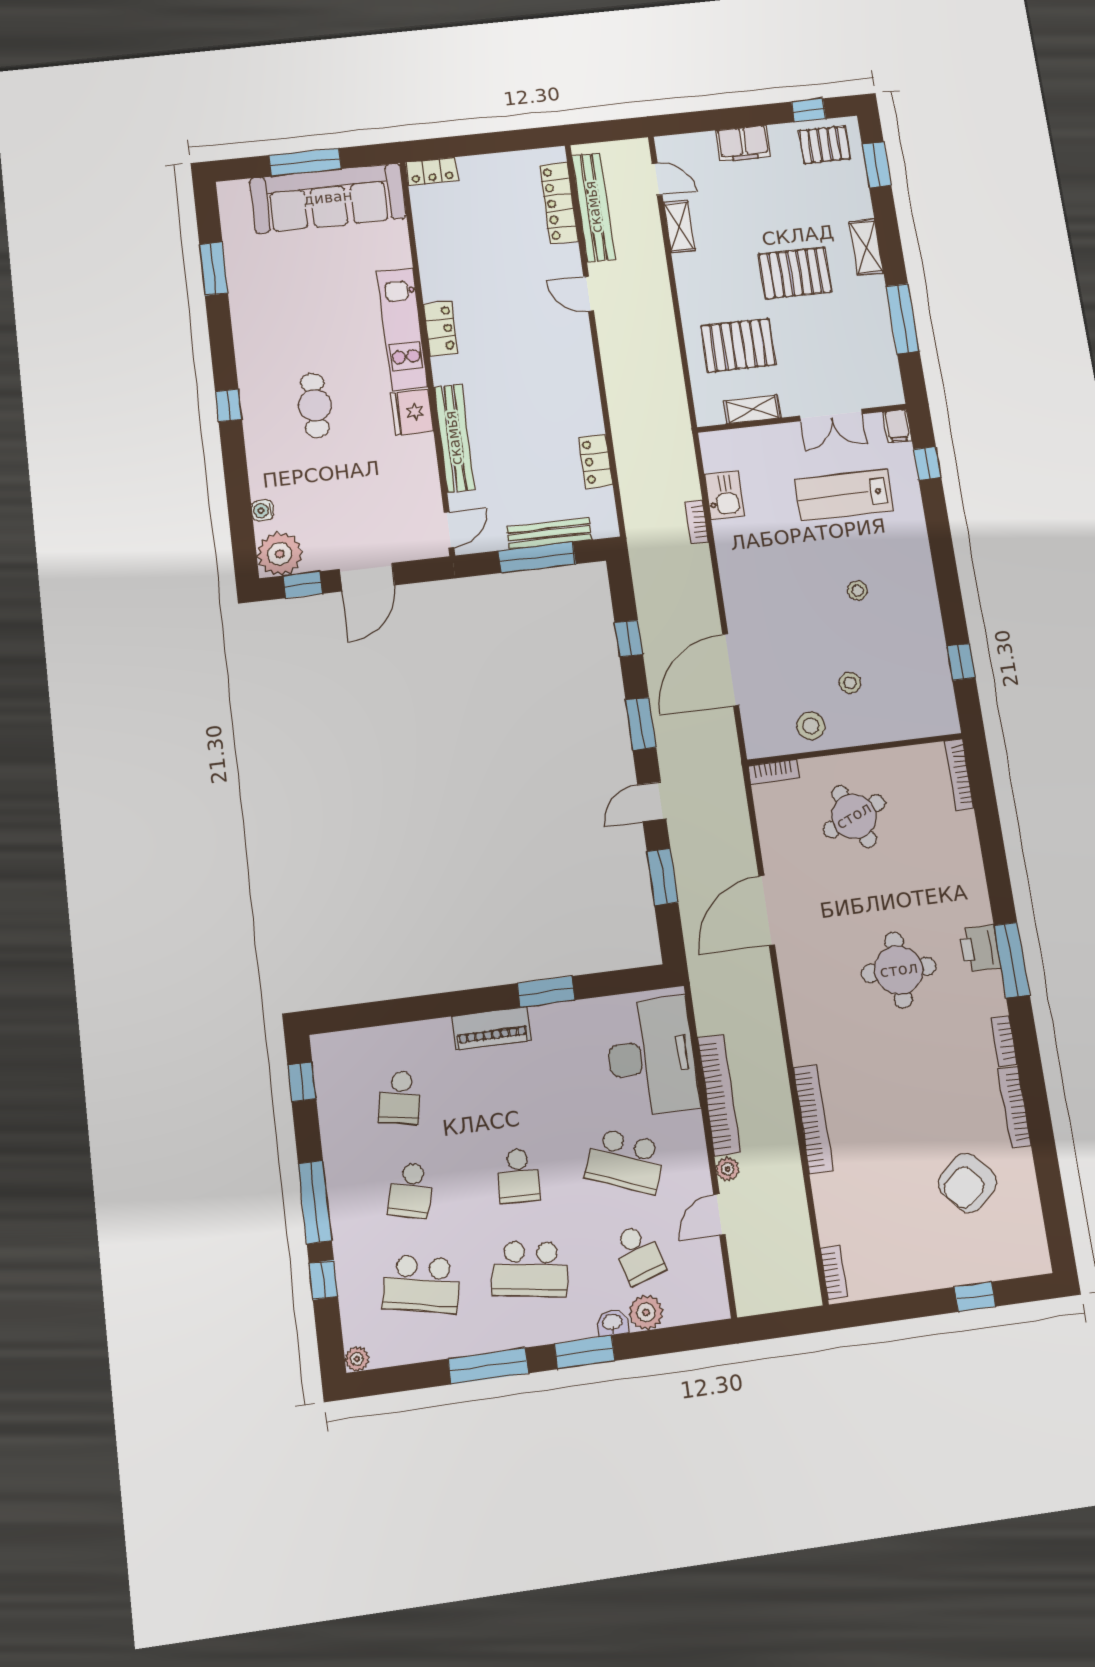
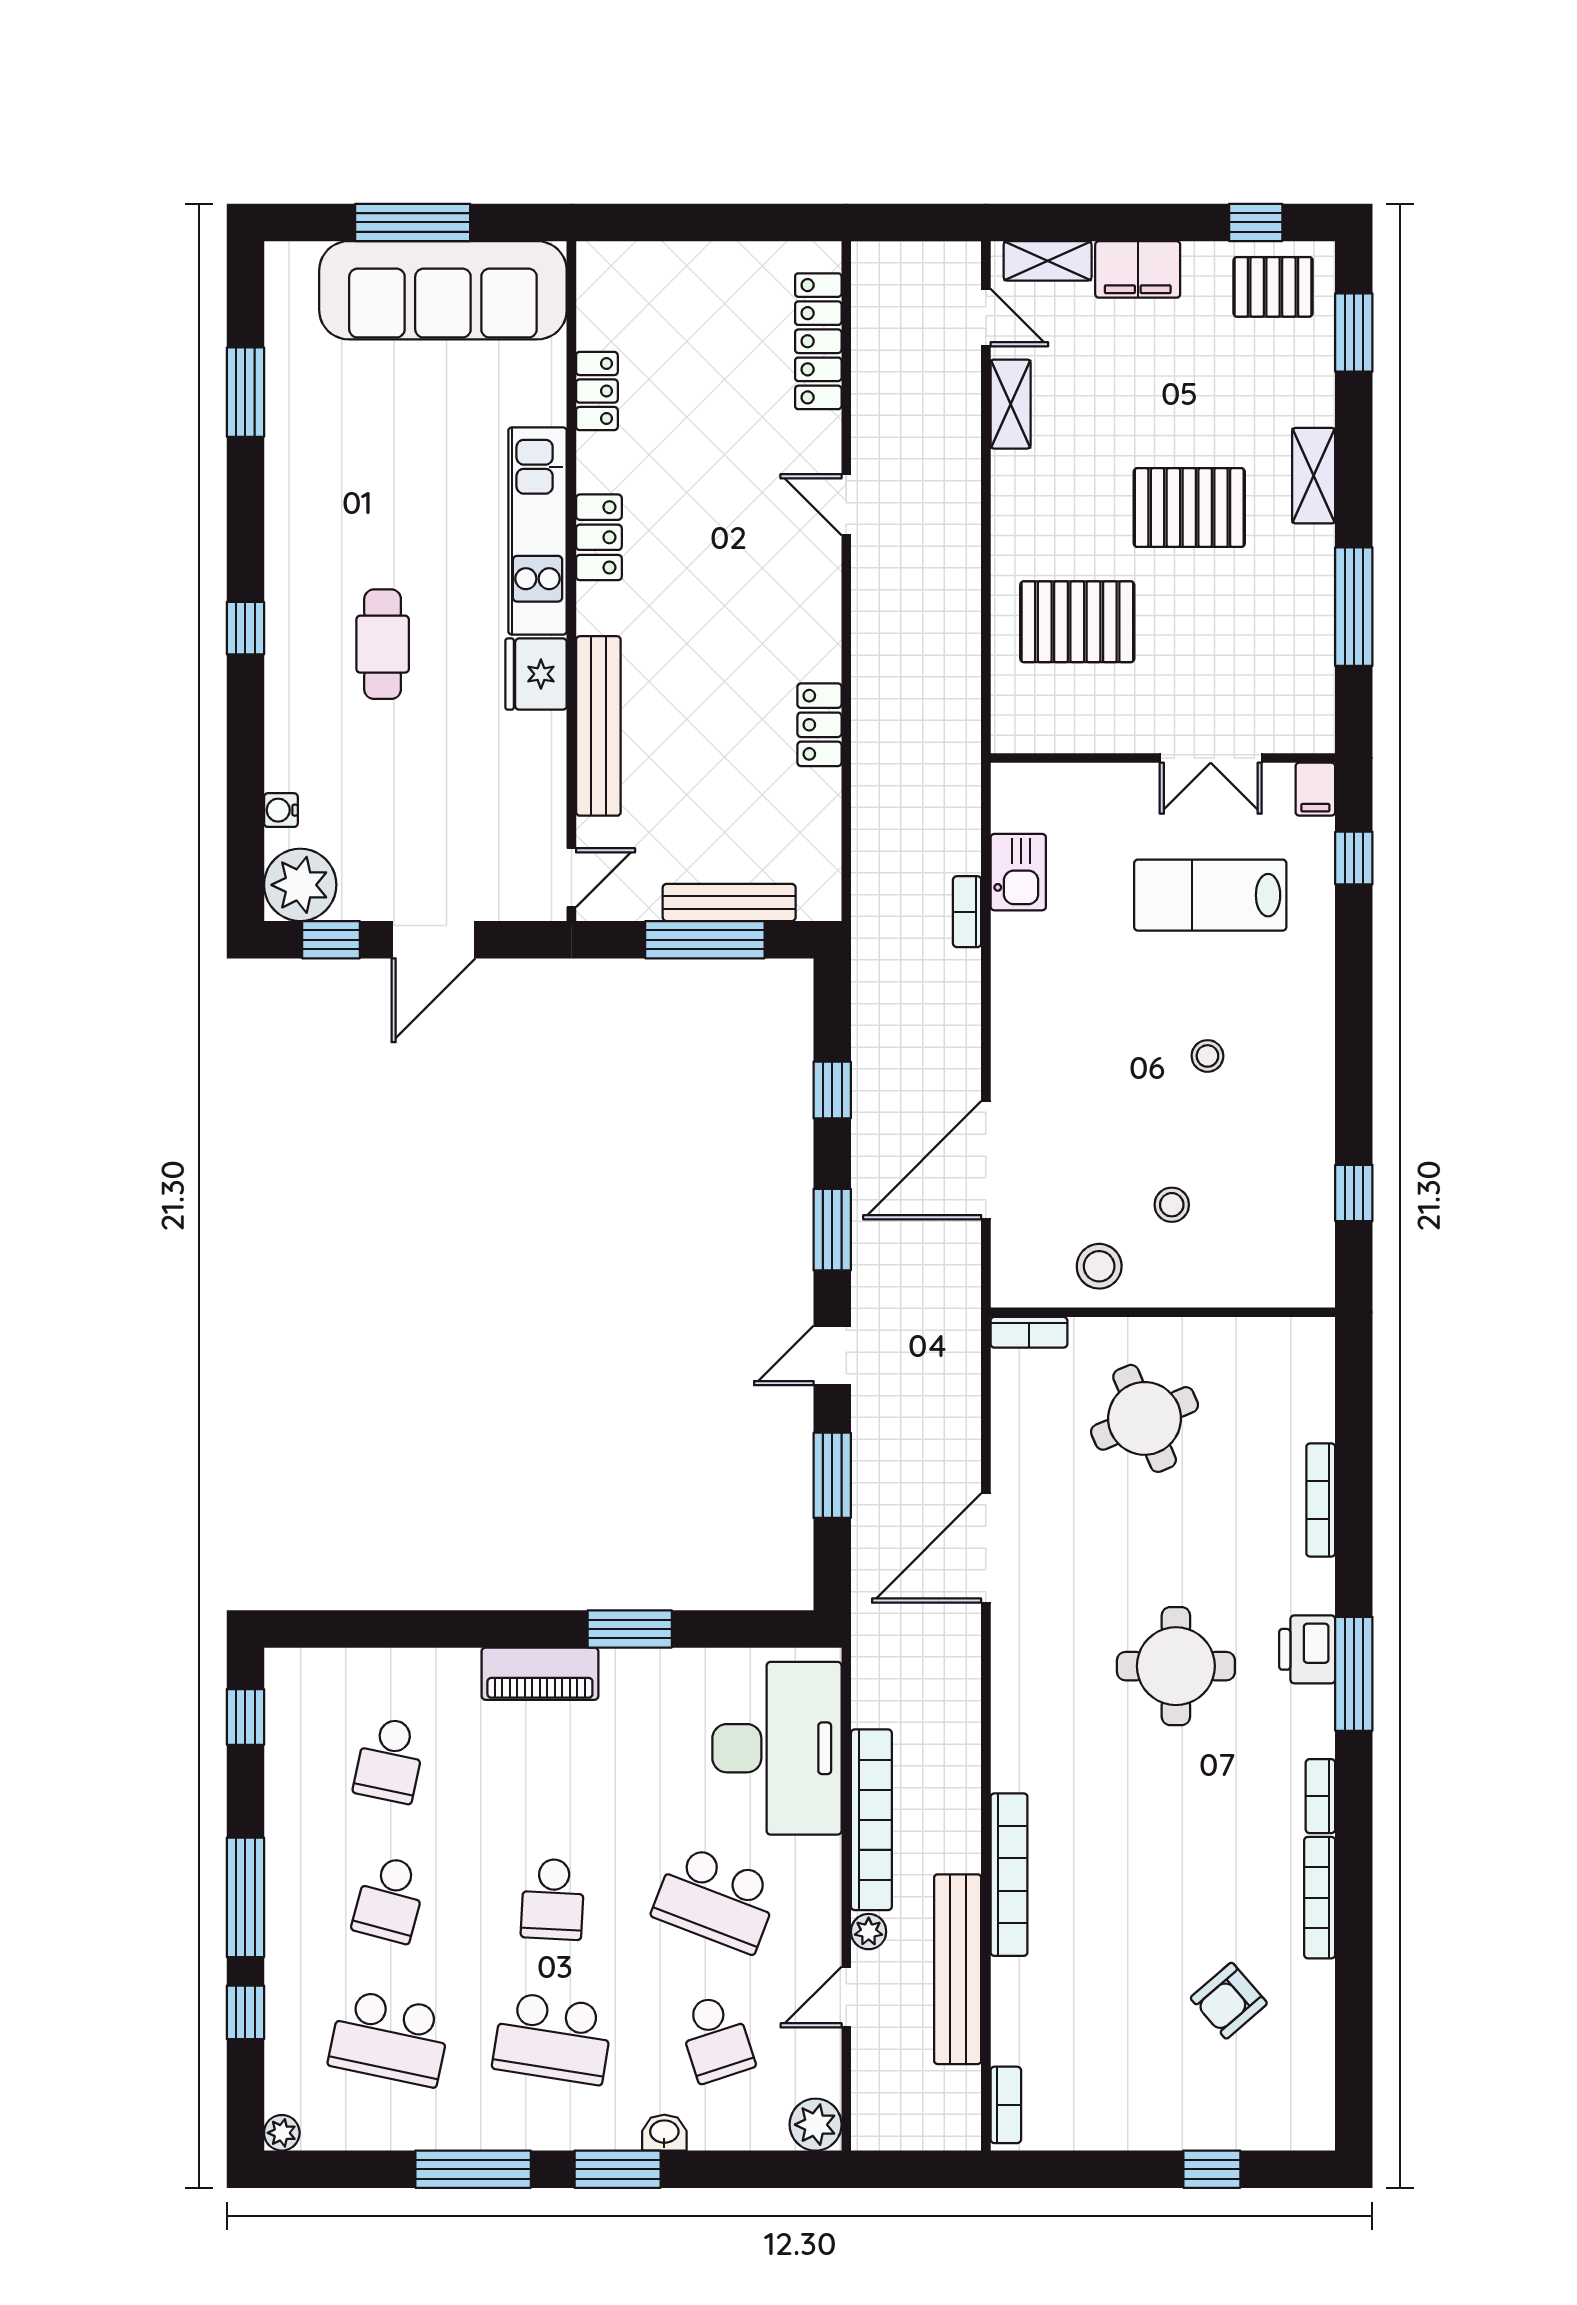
locker: (432, 171) -> (597, 391), moved, turned -90
bench: (594, 207) -> (958, 1969), moved
shelving: (752, 409) -> (1048, 261), moved
locker: (596, 461) -> (819, 725), moved
bookcase: (959, 775) -> (1321, 1500), moved
armchair: (968, 1183) -> (1229, 2001), width x0.72, depth x0.72
plant: (646, 1312) -> (816, 2125), moved

